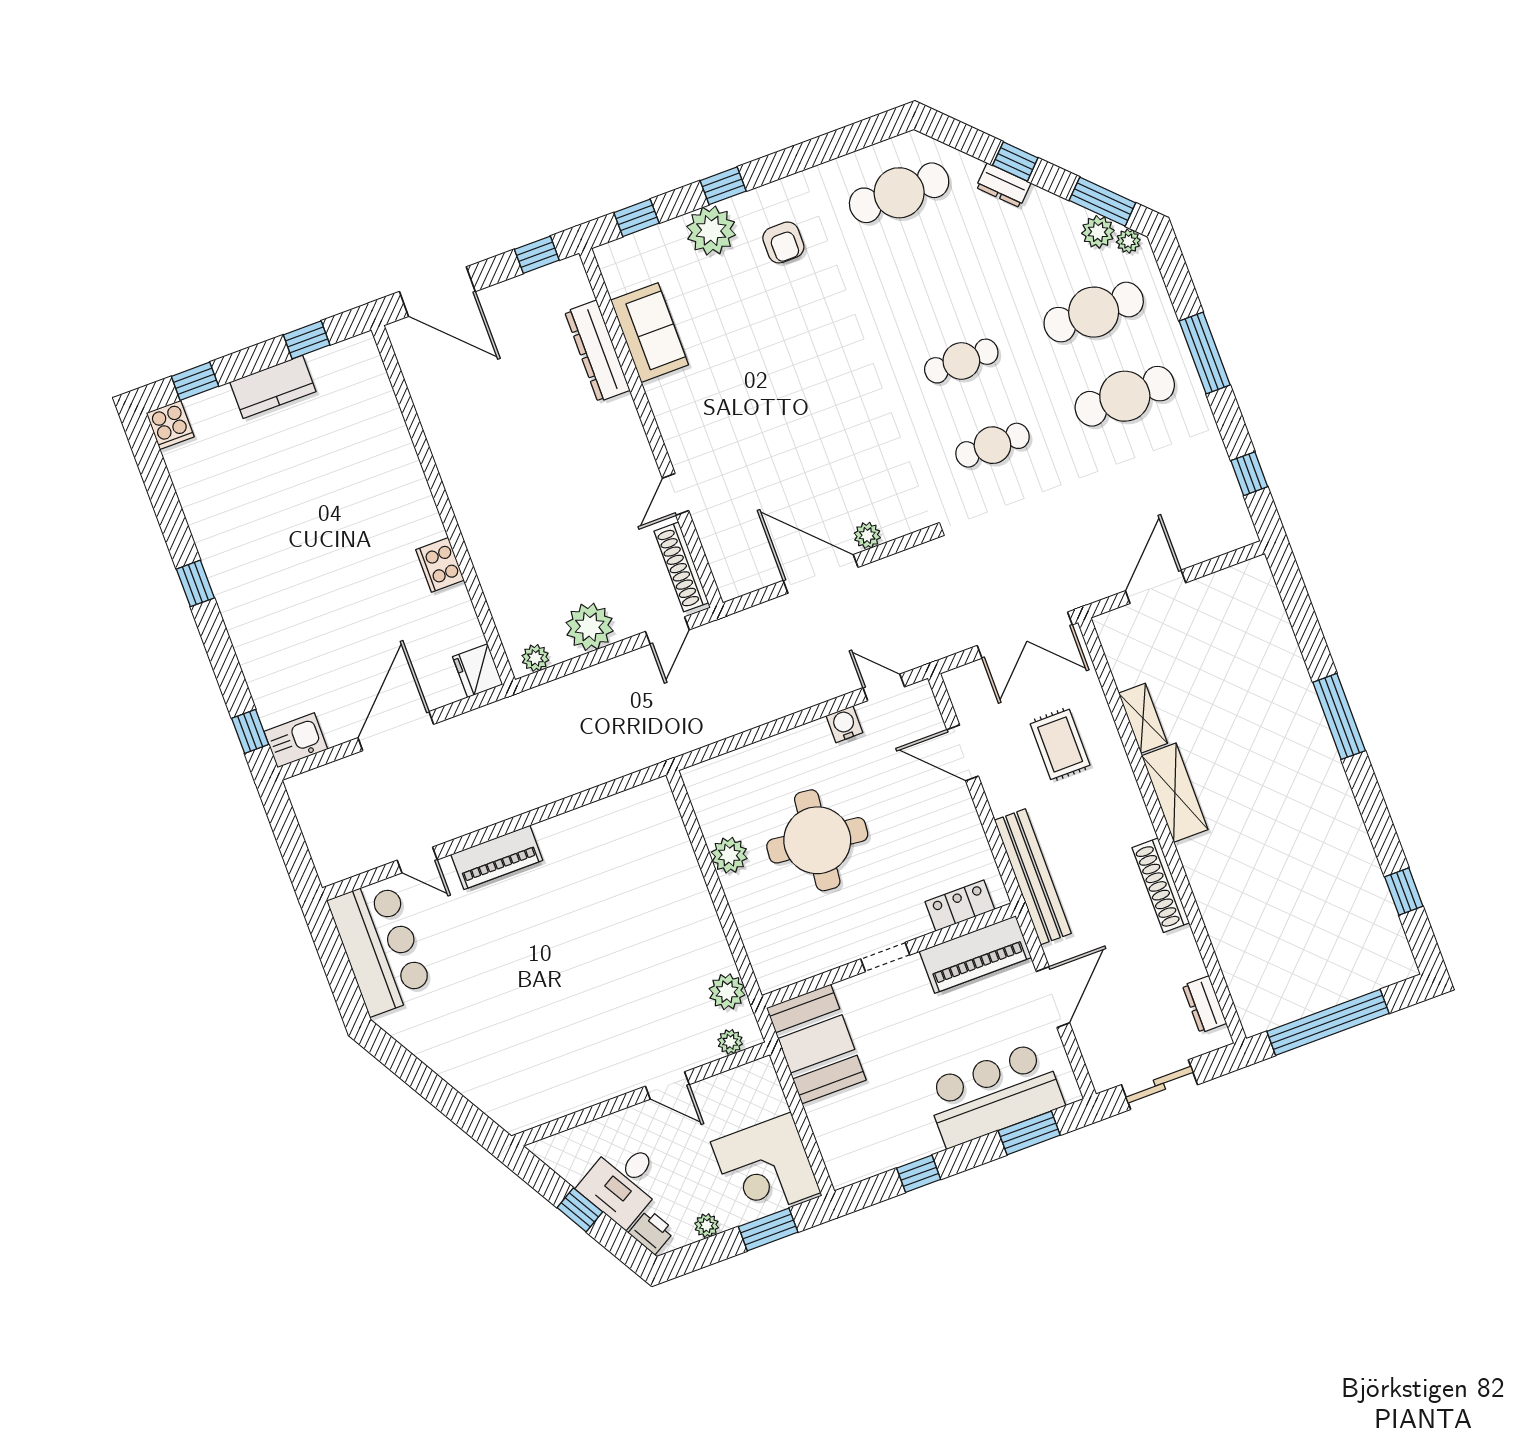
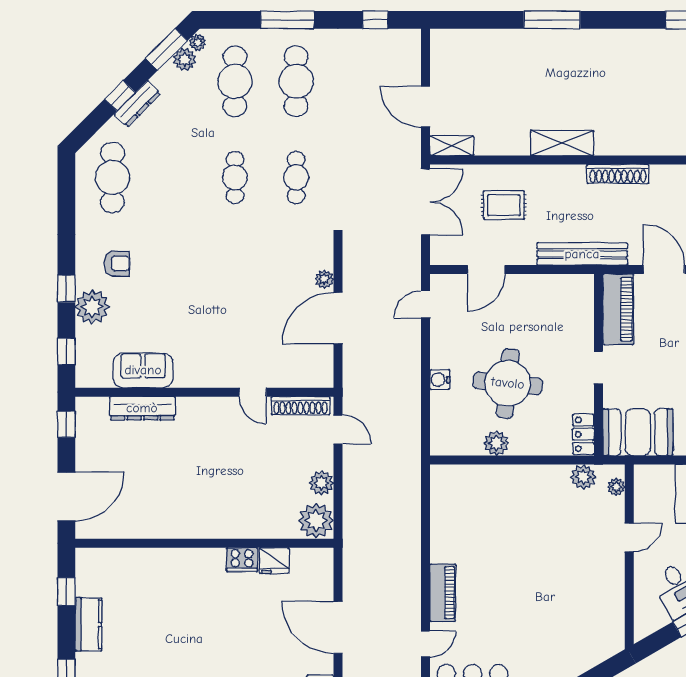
dresser: (1003, 185) -> (138, 104), width x1.44
plant: (590, 627) -> (321, 483), width x0.73, depth x0.73
plant: (535, 658) -> (316, 521), width x1.88, depth x1.88
fridge: (478, 671) -> (274, 561), moved
shelving: (1143, 718) -> (452, 146), moved
water cooler: (844, 724) -> (440, 380), moved
locker: (960, 906) -> (583, 434), moved

